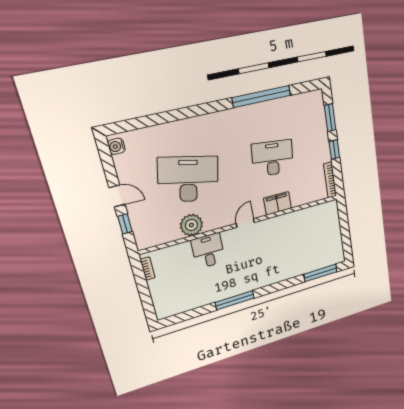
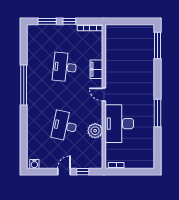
window: (262, 96) -> (24, 85), moved
desk: (188, 179) -> (65, 126), width x0.73, depth x0.77
desk: (208, 251) -> (119, 124), width x1.87, depth x1.30

